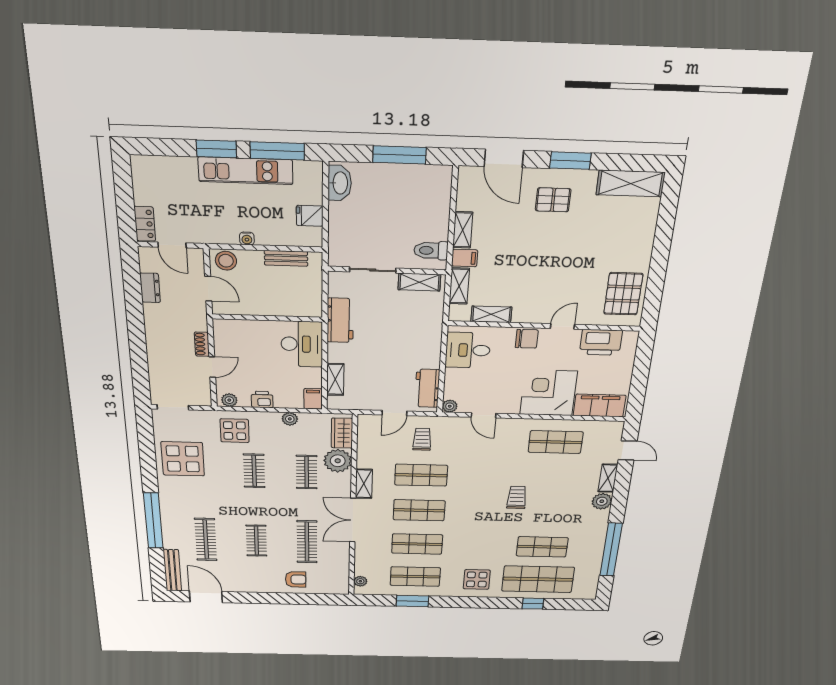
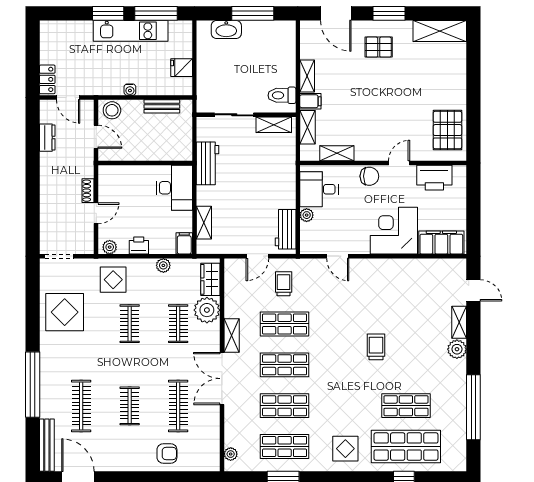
washbasin: (340, 183) -> (226, 29), moved, turned 90
plant: (450, 406) -> (307, 215), moved
shop shelf: (556, 442) -> (406, 283), removed

